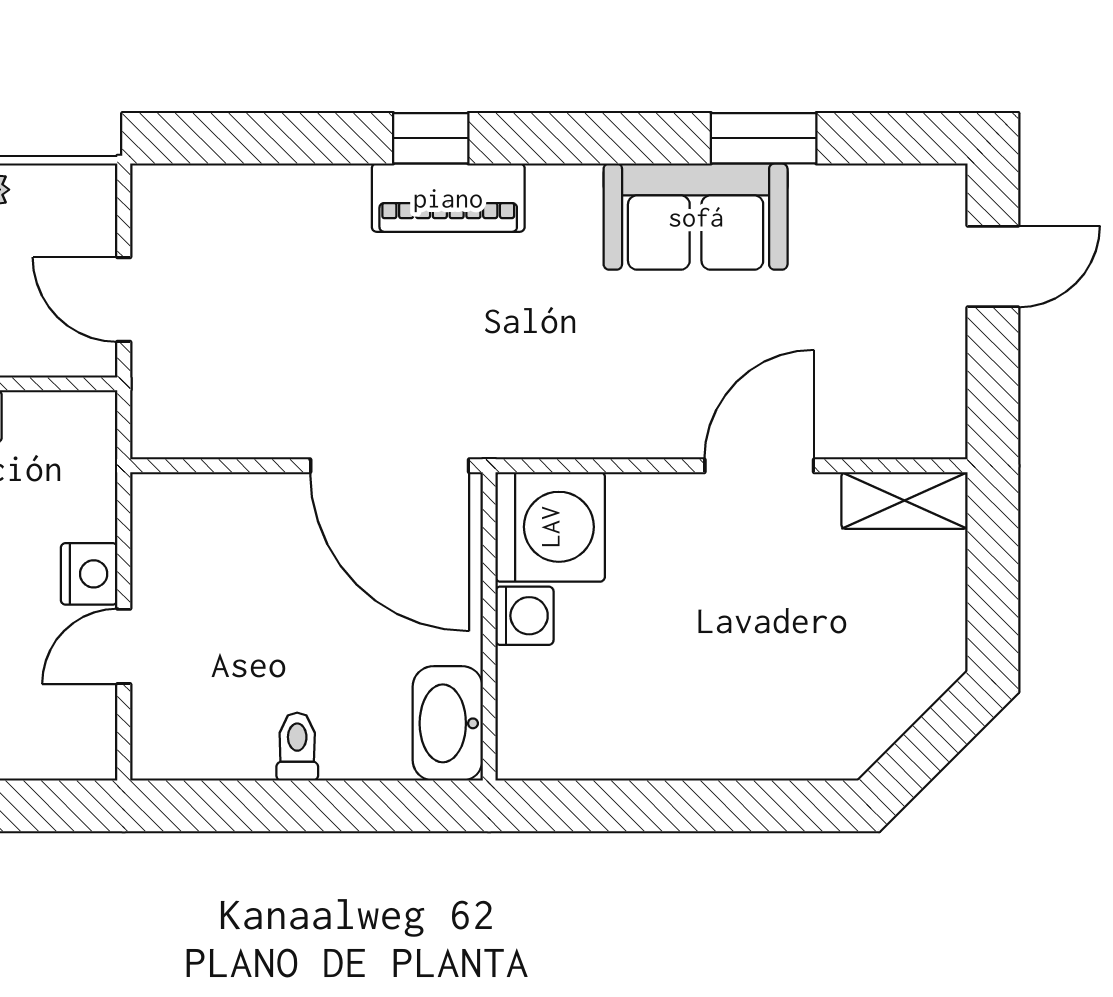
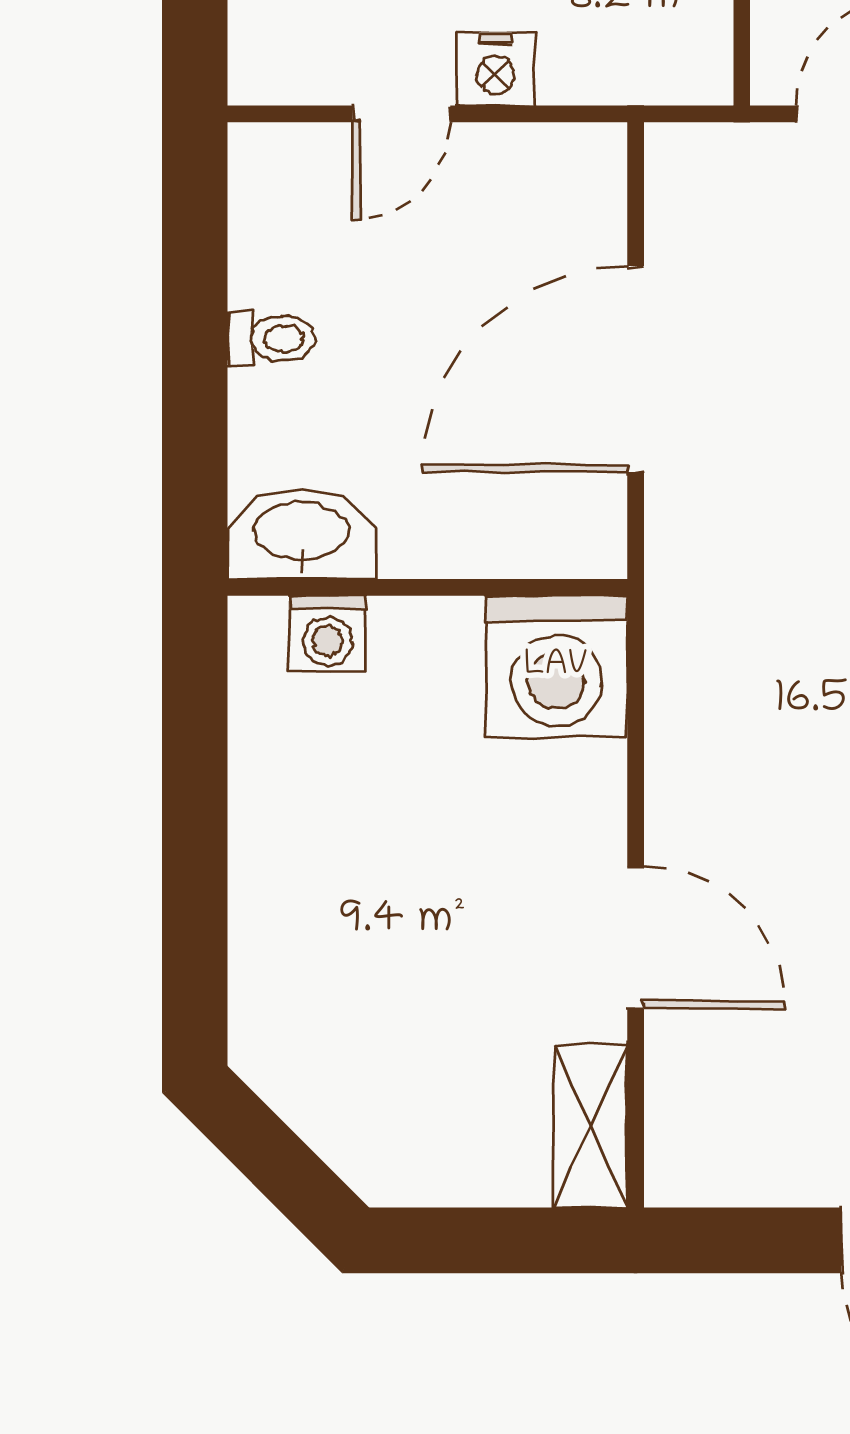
door: (390, 466) -> (636, 369), moved
washing machine: (524, 616) -> (328, 633), moved
door: (124, 646) -> (402, 114), swing flipped

